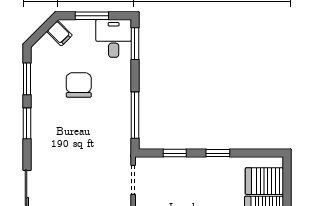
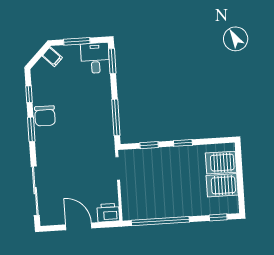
window: (27, 79) -> (29, 94), width x0.67
chair: (79, 85) -> (45, 116), moved, turned 180

